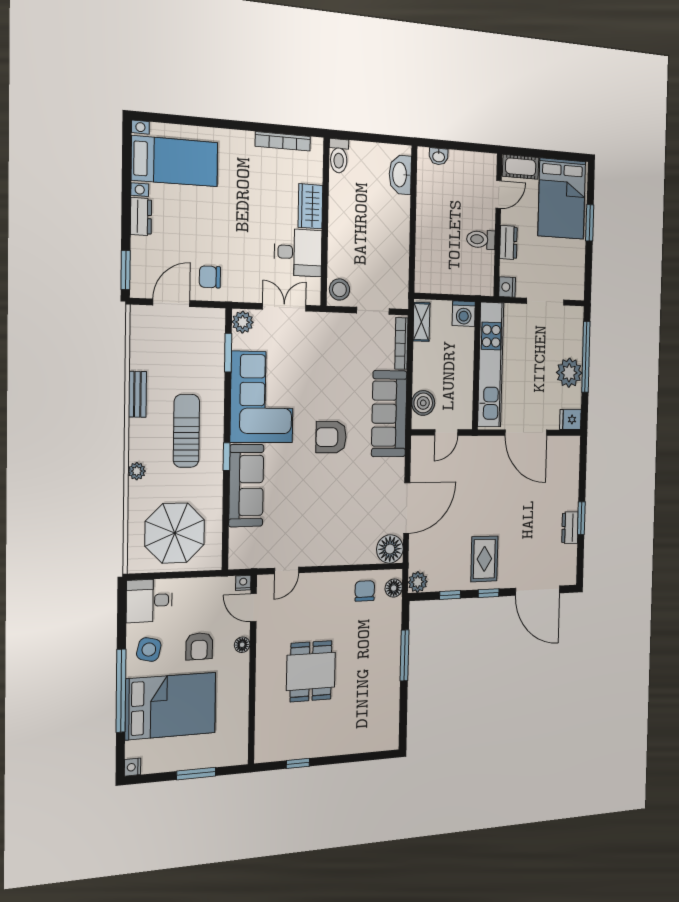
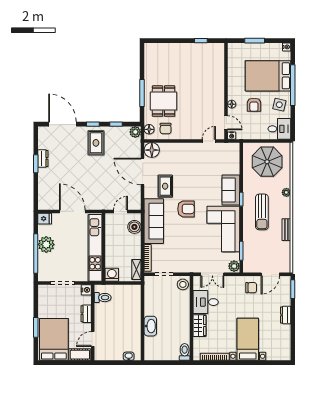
bed with nightstands: (175, 161) -> (248, 339), moved, turned 90
washbasin: (400, 175) -> (150, 326), moved
toilet: (481, 239) -> (103, 298), moved
rug: (368, 481) -> (165, 186), added
sofa: (246, 486) -> (231, 190), width x0.73
door: (407, 508) -> (143, 171), hinge flipped
armchair: (199, 646) -> (254, 105), turned 180
dining table: (311, 671) -> (164, 101), moved

